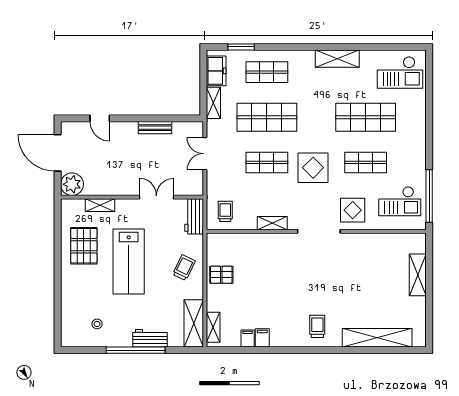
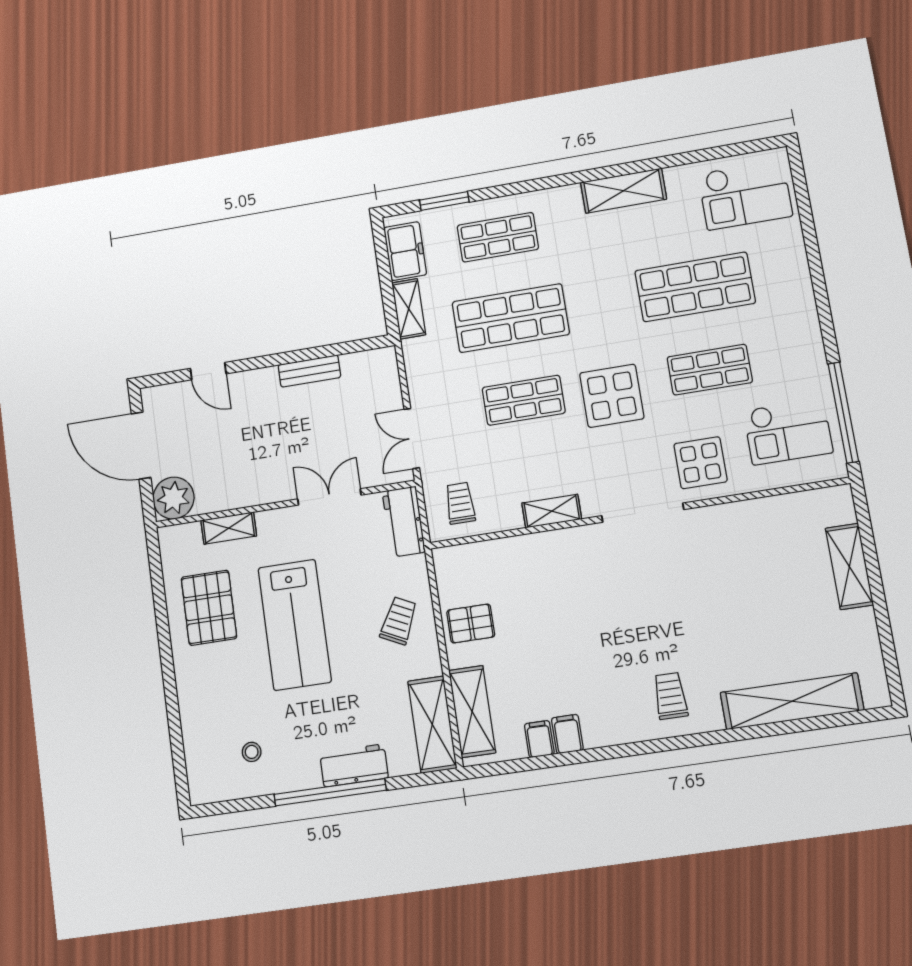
double door: (205, 154) -> (412, 438), moved
shelving: (213, 327) -> (472, 711), width x1.50, depth x1.33

